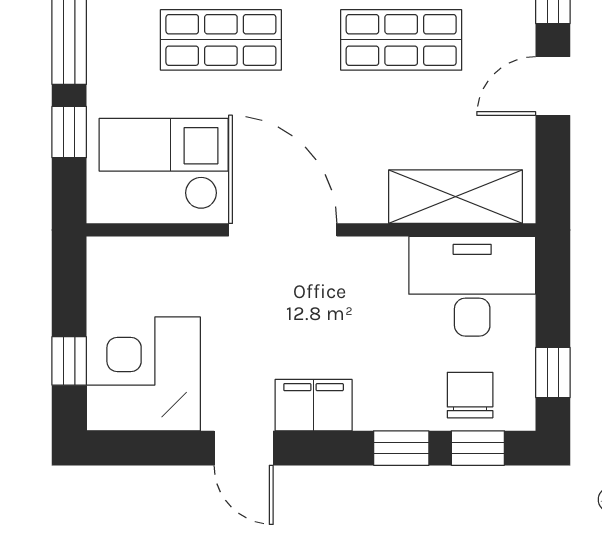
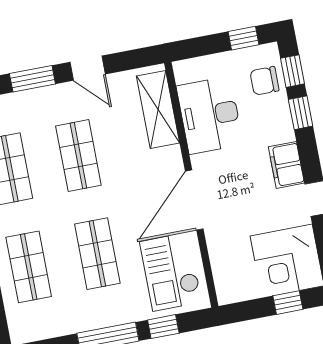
desk: (472, 286) -> (210, 115), moved

